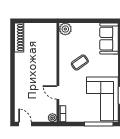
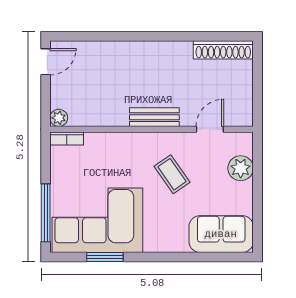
plant: (65, 29) -> (241, 168), moved
bench: (52, 71) -> (154, 117), added
door: (58, 92) -> (210, 129), moved

